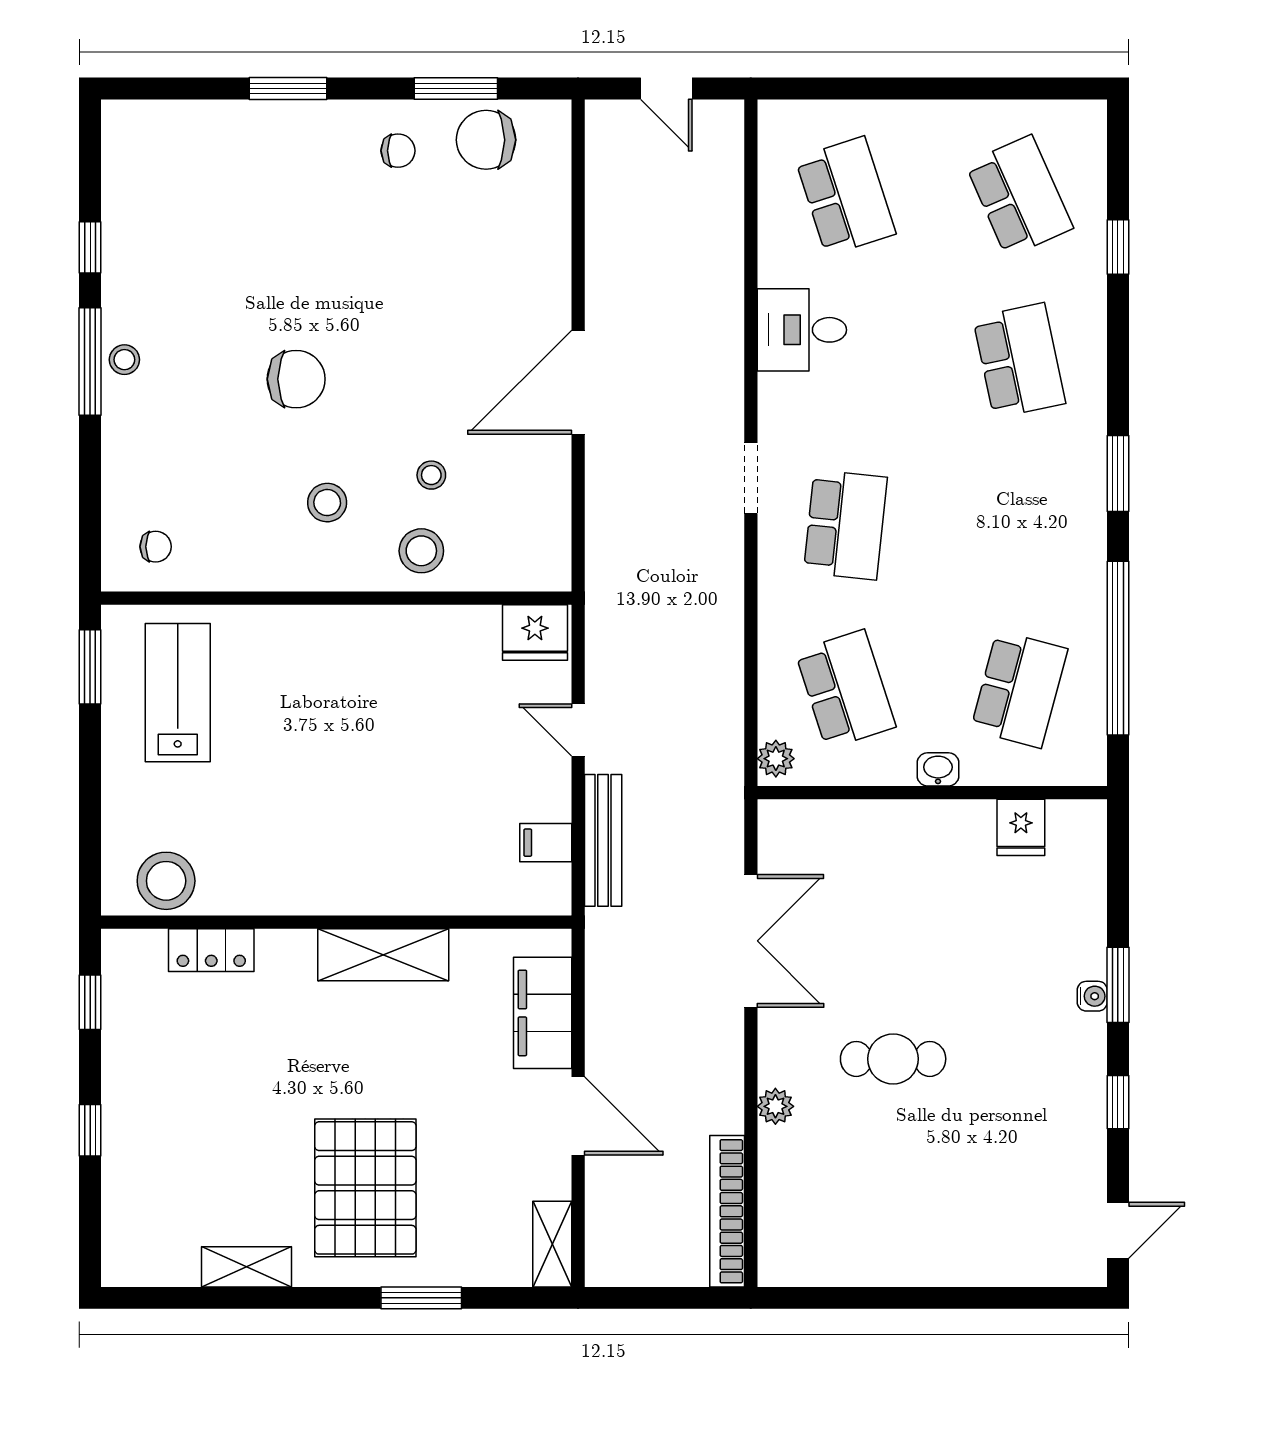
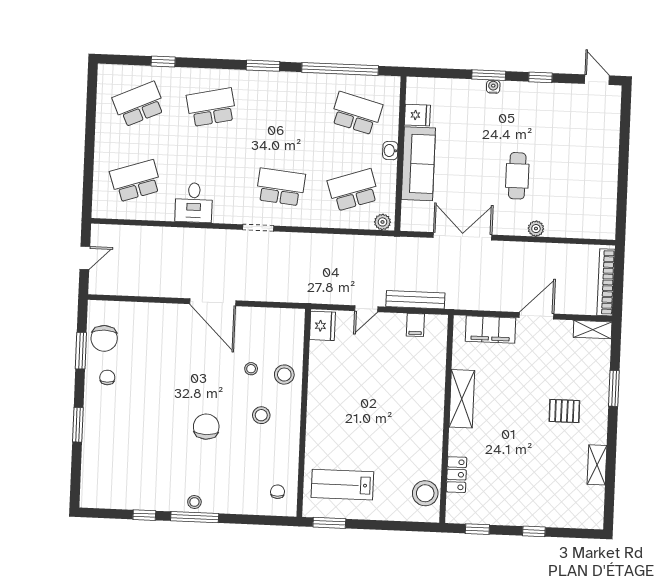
sofa: (911, 834) -> (418, 164), added
pallet: (365, 1188) -> (564, 411), width x0.49, depth x0.50
bookcase: (727, 1211) -> (606, 282), moved, turned 90

